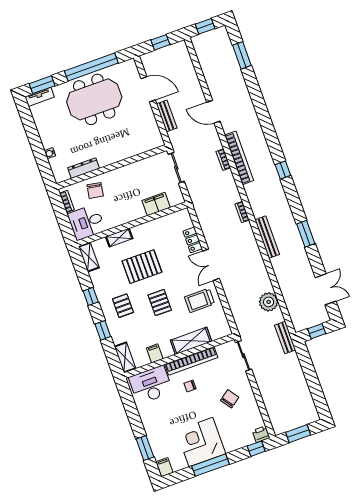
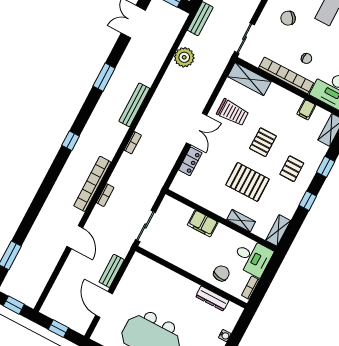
filing cabinet: (156, 204) -> (203, 223), moved
shelving: (191, 341) -> (249, 79), moved

